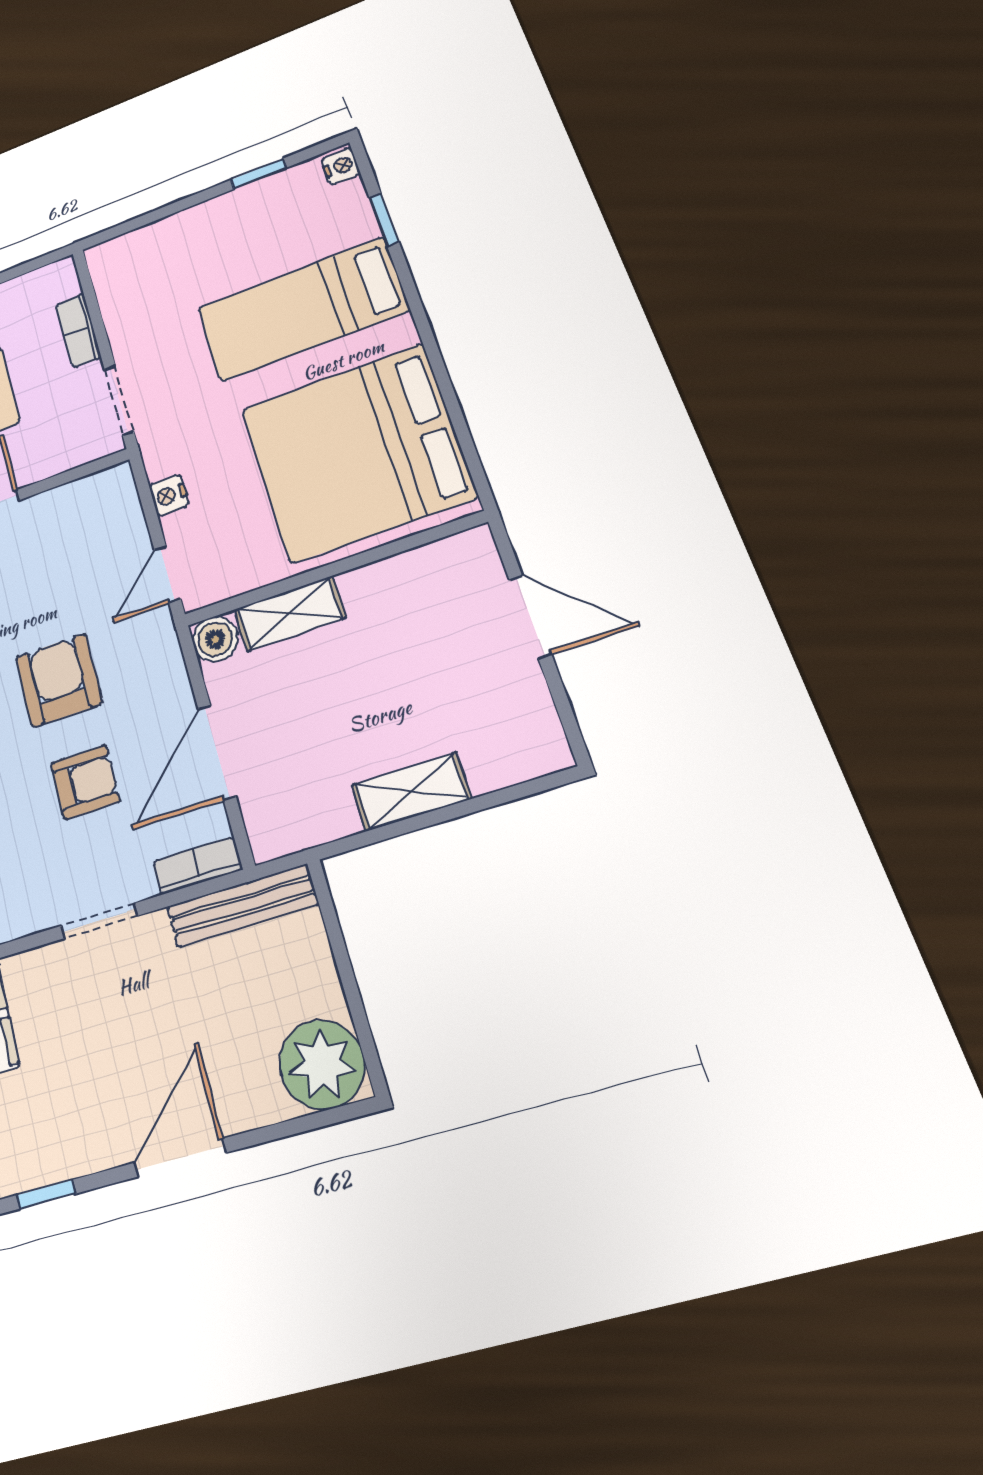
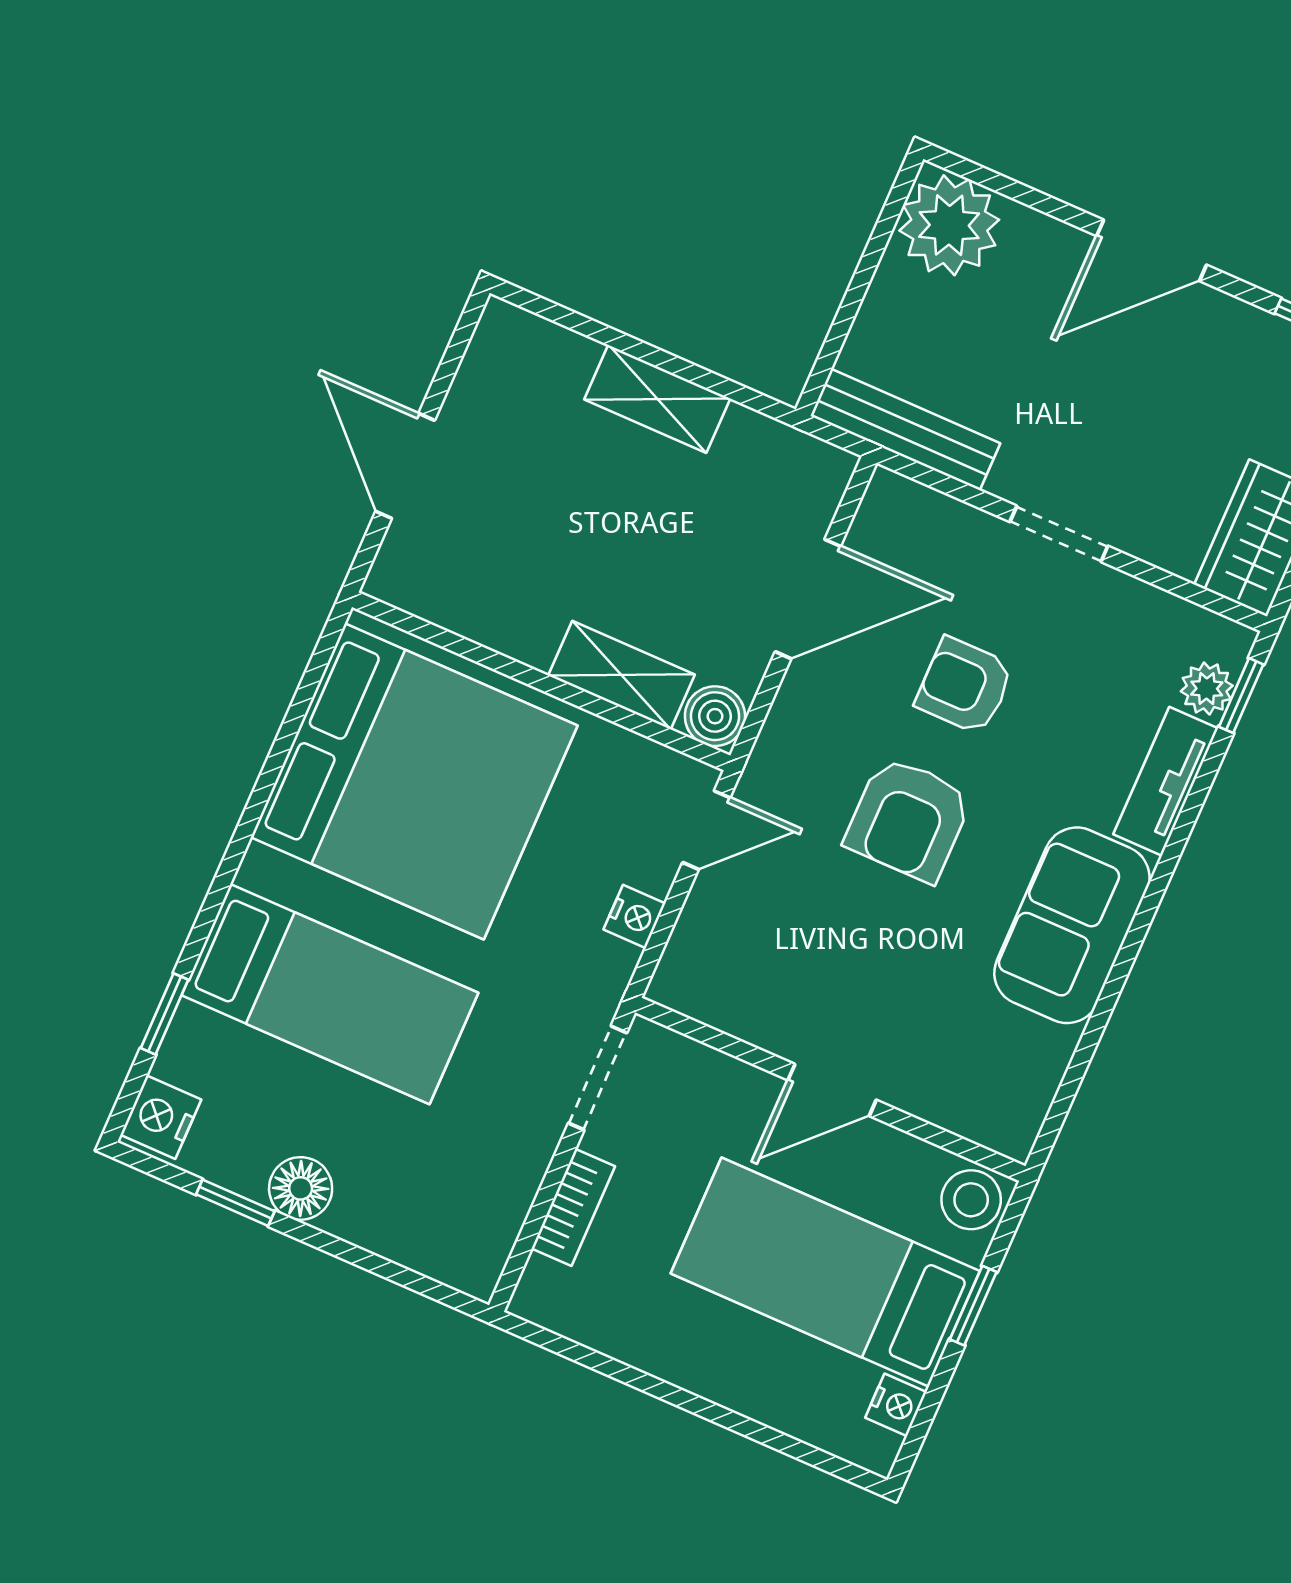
nightstand: (341, 166) -> (161, 1117), width x1.39, depth x1.35
floor lamp: (230, 211) -> (301, 1188), added
bookcase: (197, 865) -> (918, 505), removed

